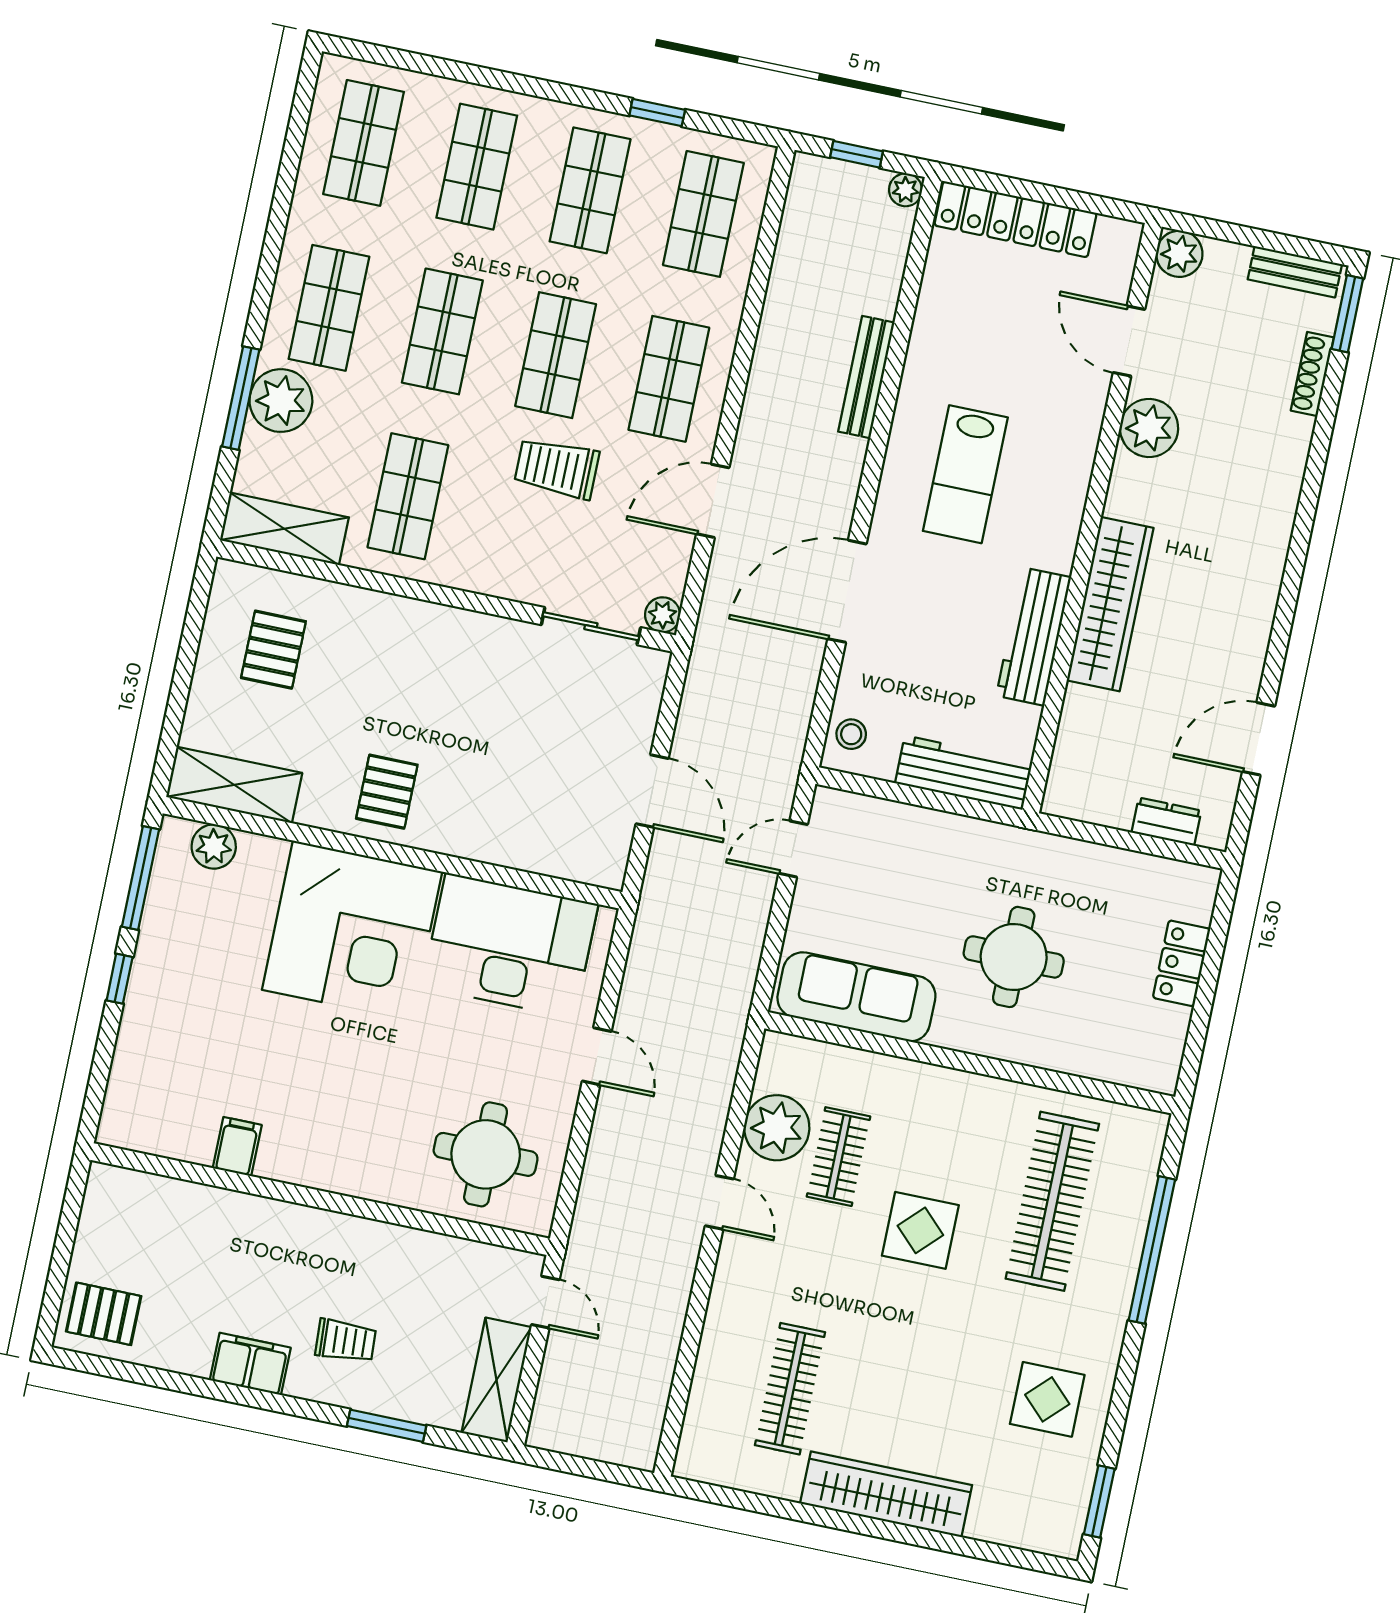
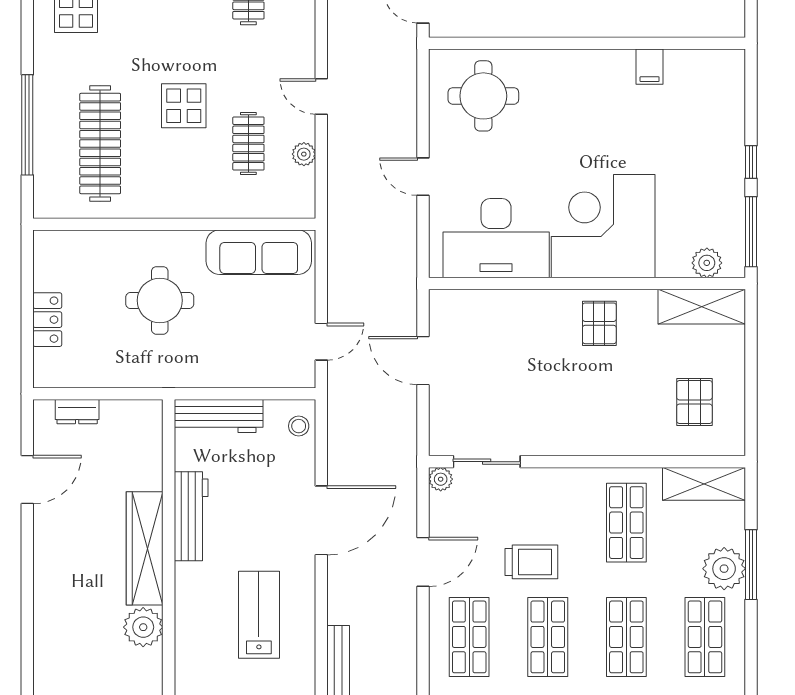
plant: (1149, 428) -> (143, 627), moved
plant: (777, 1128) -> (304, 154), width x0.53, depth x0.53

